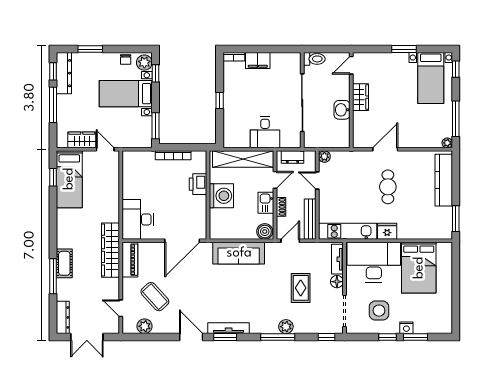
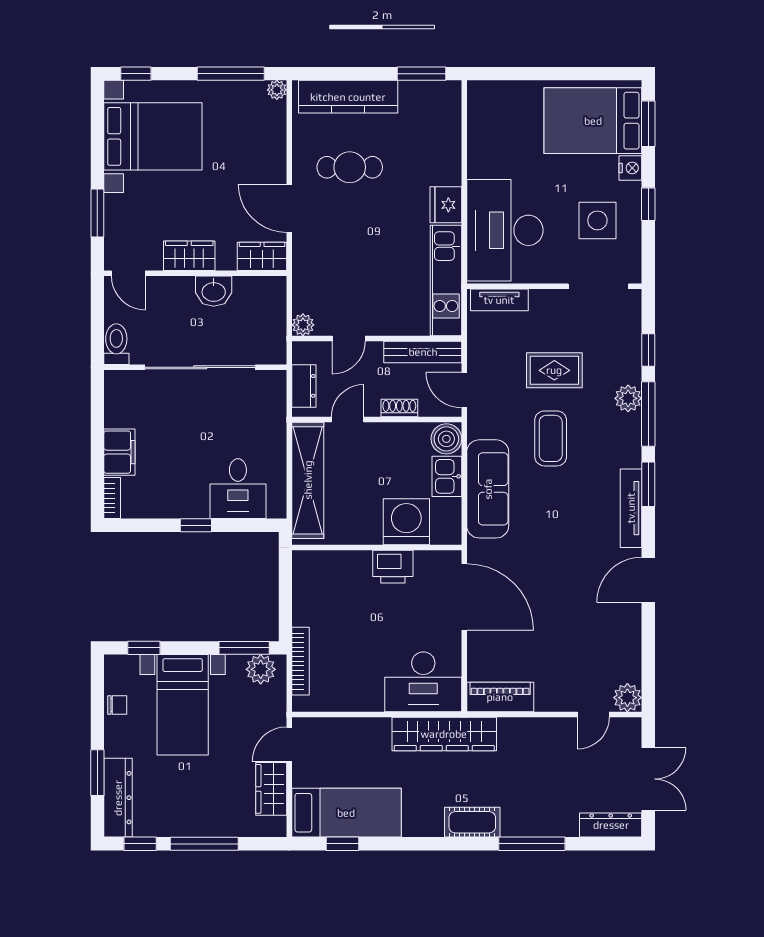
window: (404, 49) -> (97, 213), moved
plant: (144, 63) -> (261, 669), moved
dresser: (64, 73) -> (118, 798), moved, turned 90
bed with nightstands: (431, 78) -> (153, 136), width x1.36
desk: (265, 132) -> (238, 489), moved, turned 90
wardrobe: (360, 135) -> (262, 256), added
bookcase: (173, 155) -> (301, 661), moved
door: (275, 180) -> (348, 419), hinge flipped
printer: (198, 184) -> (393, 567), moved
cafe table: (388, 187) -> (350, 167), moved
washing machine: (221, 196) -> (406, 522), moved
kitchen sink: (266, 203) -> (447, 476), moved, turned 90
wardrobe: (110, 250) -> (444, 734), moved
cot: (64, 263) -> (472, 822), moved
bed: (419, 268) -> (593, 121), moved, turned 180
floor lamp: (337, 282) -> (542, 301), removed
coffee table: (155, 297) -> (551, 438), moved, turned -48
plant: (145, 326) -> (627, 698), moved
window: (225, 337) -> (648, 484), moved
window: (326, 337) -> (648, 350), moved
window: (415, 337) -> (648, 124), moved

